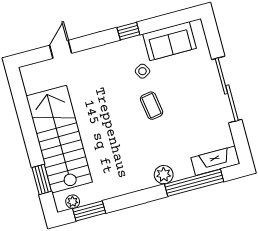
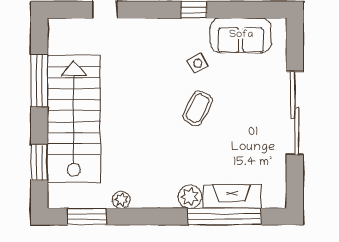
coffee table: (152, 106) -> (198, 108), turned 36
window: (25, 117) -> (39, 81), added
fireplace: (215, 161) -> (232, 197), moved
plant: (73, 202) -> (121, 200), moved

